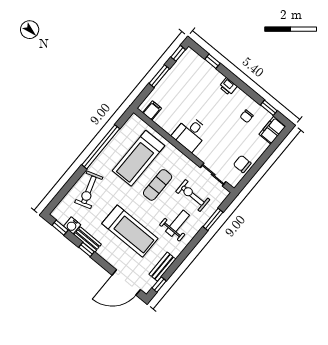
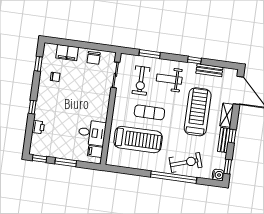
window: (212, 61) -> (32, 107), moved
printer: (228, 87) -> (38, 127), moved
filing cabinet: (272, 130) -> (67, 53), moved
desk: (190, 134) -> (92, 133), moved
window: (101, 147) -> (174, 177), moved
water cooler: (72, 225) -> (218, 175), moved
shelving: (110, 257) -> (227, 115), added
window: (159, 284) -> (194, 60), moved

